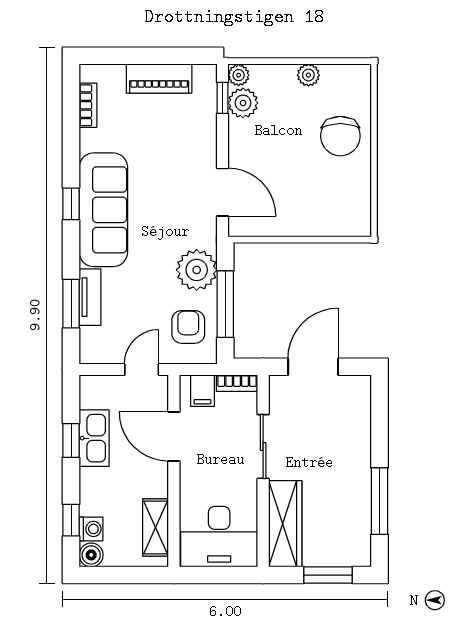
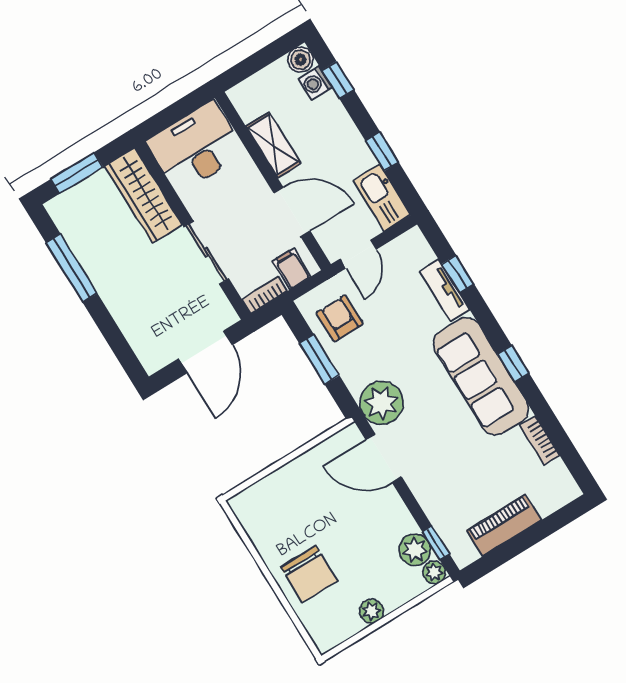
bookcase: (88, 105) -> (540, 441), moved
chair: (340, 136) -> (309, 574), turned 180
plant: (197, 270) -> (382, 403), moved
window: (71, 304) -> (458, 274), width x0.67
window: (225, 304) -> (319, 359), width x0.69
armchair: (188, 327) -> (340, 318), turned 180
kitchen sink: (94, 438) -> (382, 198), moved
shelving: (156, 527) -> (273, 145), moved

